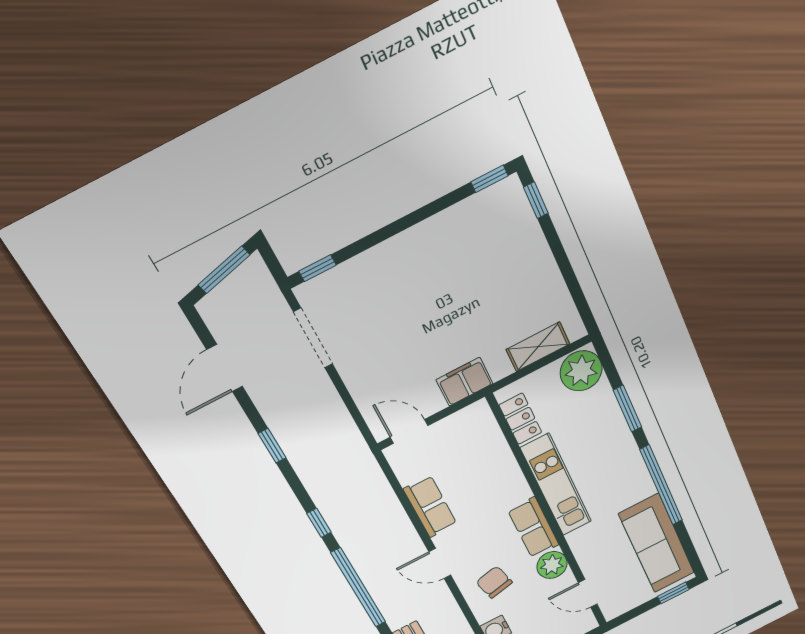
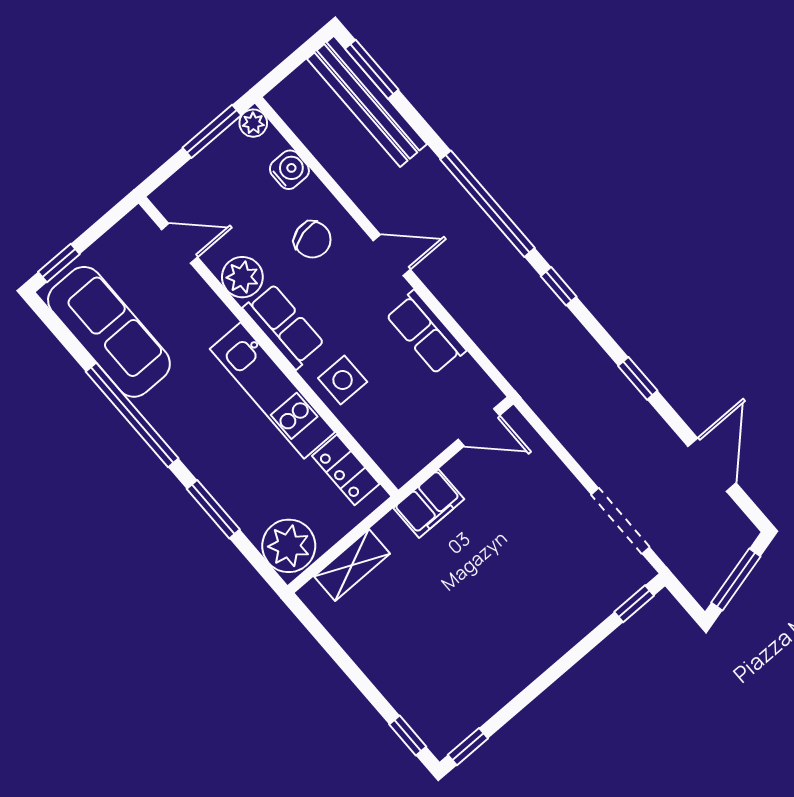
side table: (503, 483) -> (343, 380), added

